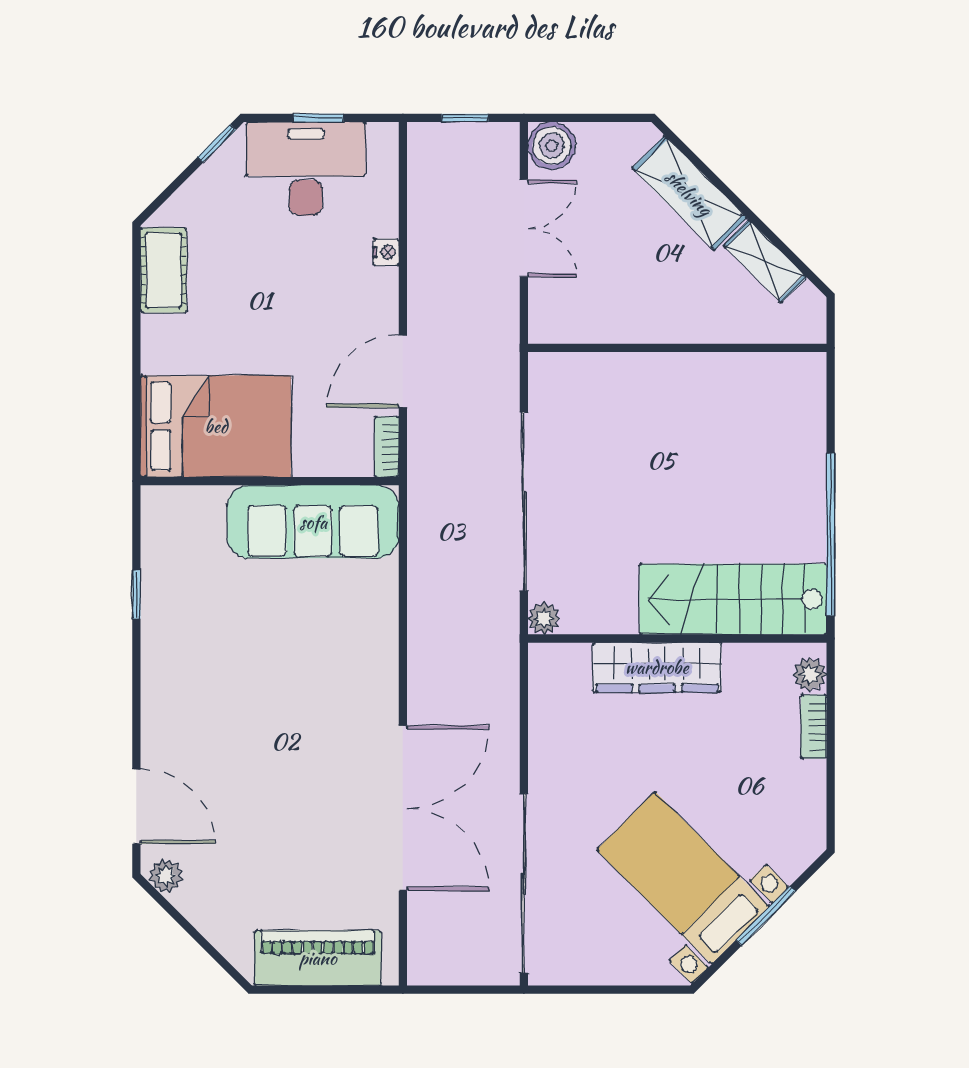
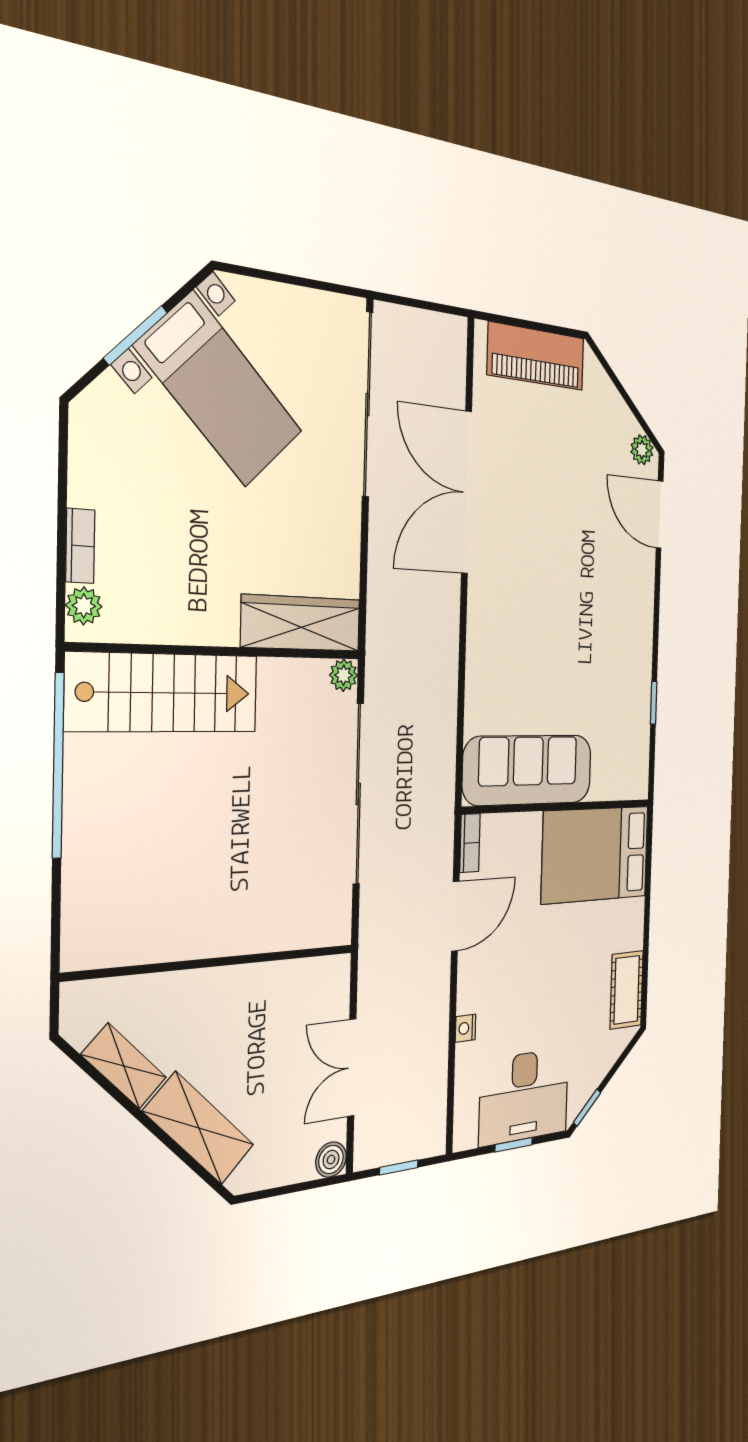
boiler: (552, 146) -> (331, 1160), width x0.73, depth x0.73
wardrobe: (657, 667) -> (301, 623), moved

